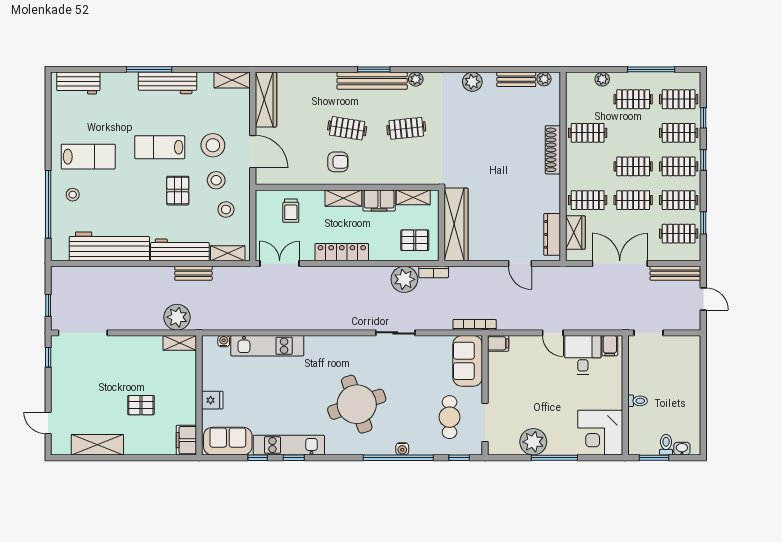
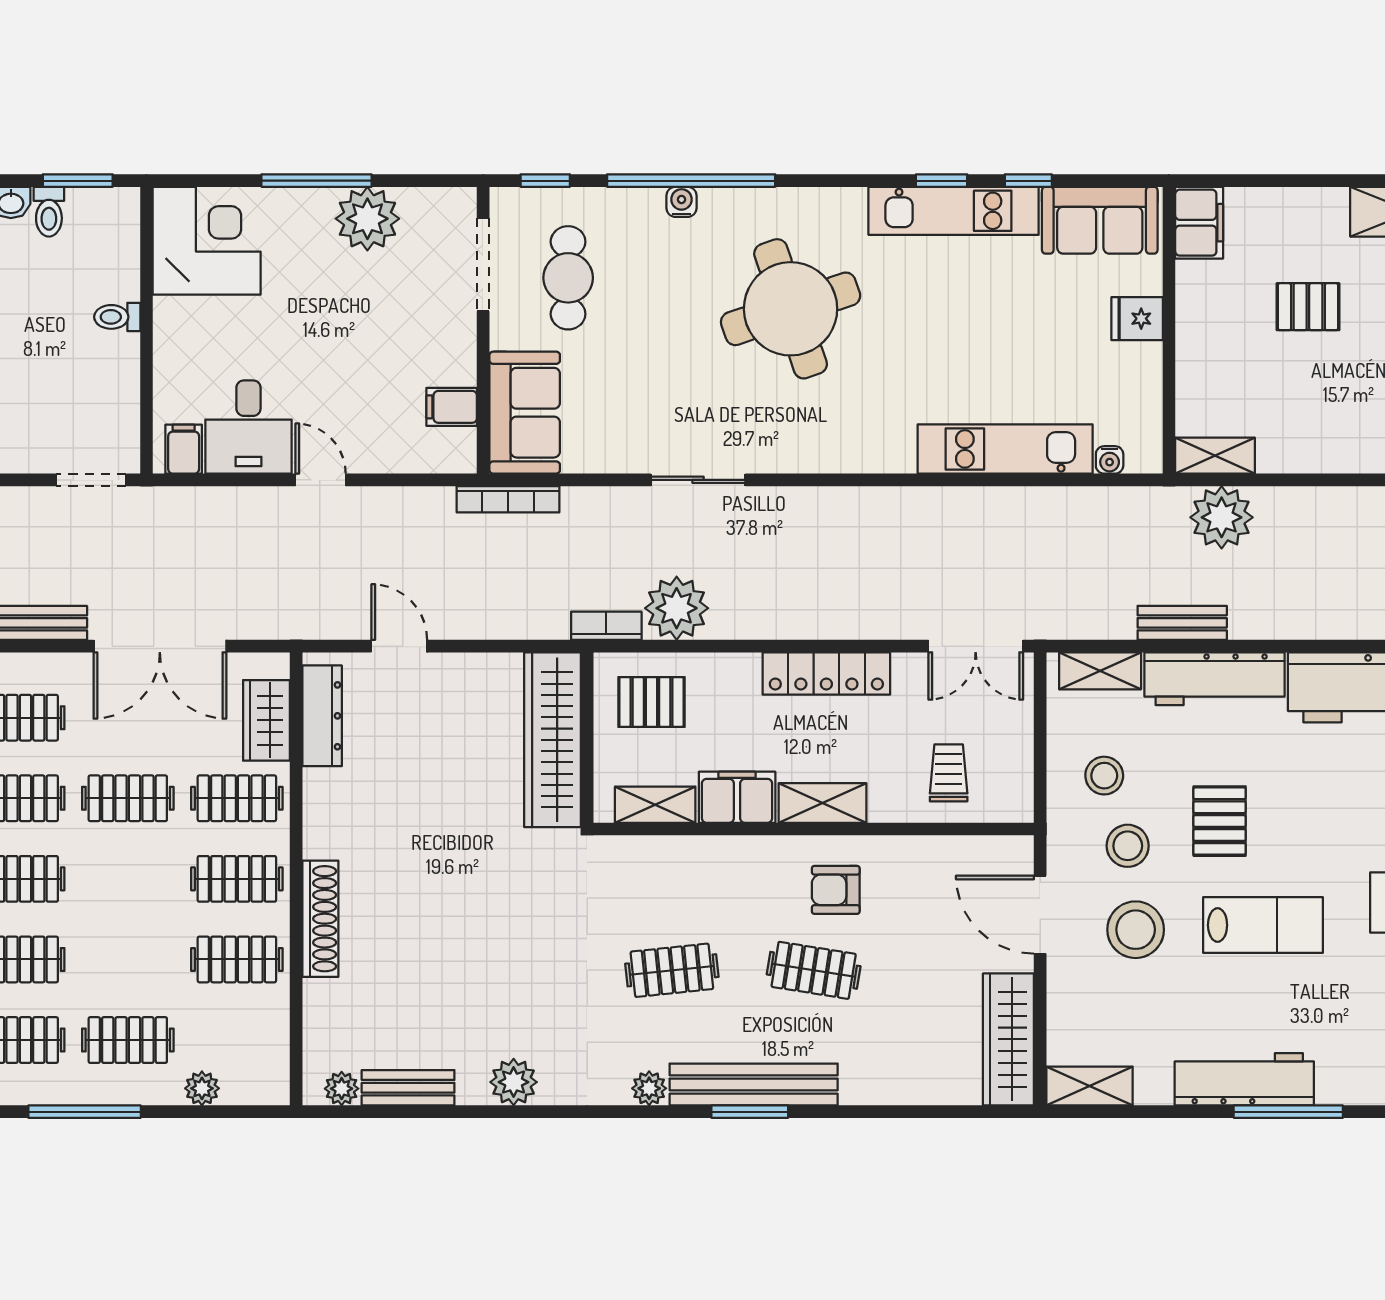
clothes rail: (633, 166) -> (237, 879), moved
filing cabinet: (498, 343) -> (452, 407), moved

